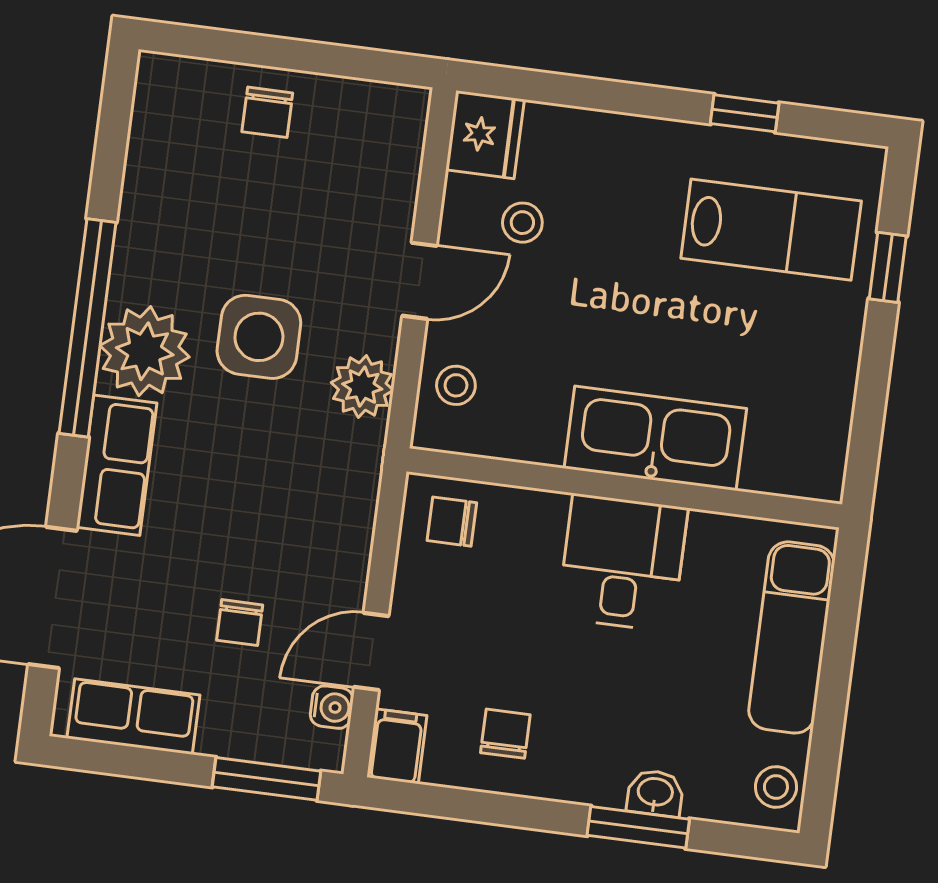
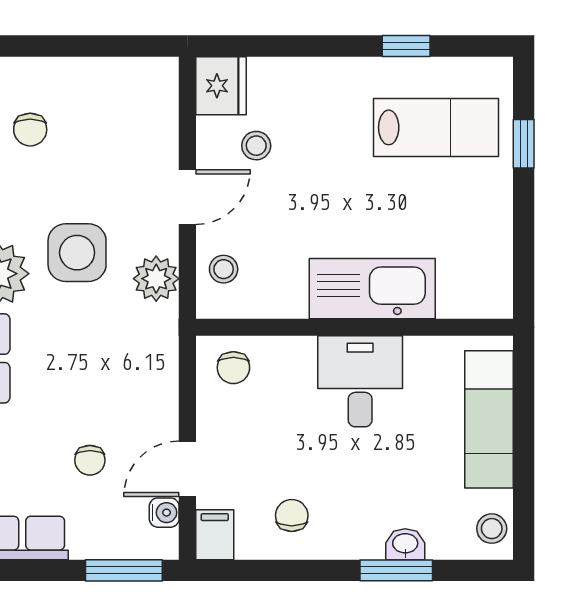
chair: (267, 112) -> (30, 130), moved
chair: (452, 522) -> (233, 368), turned -90

